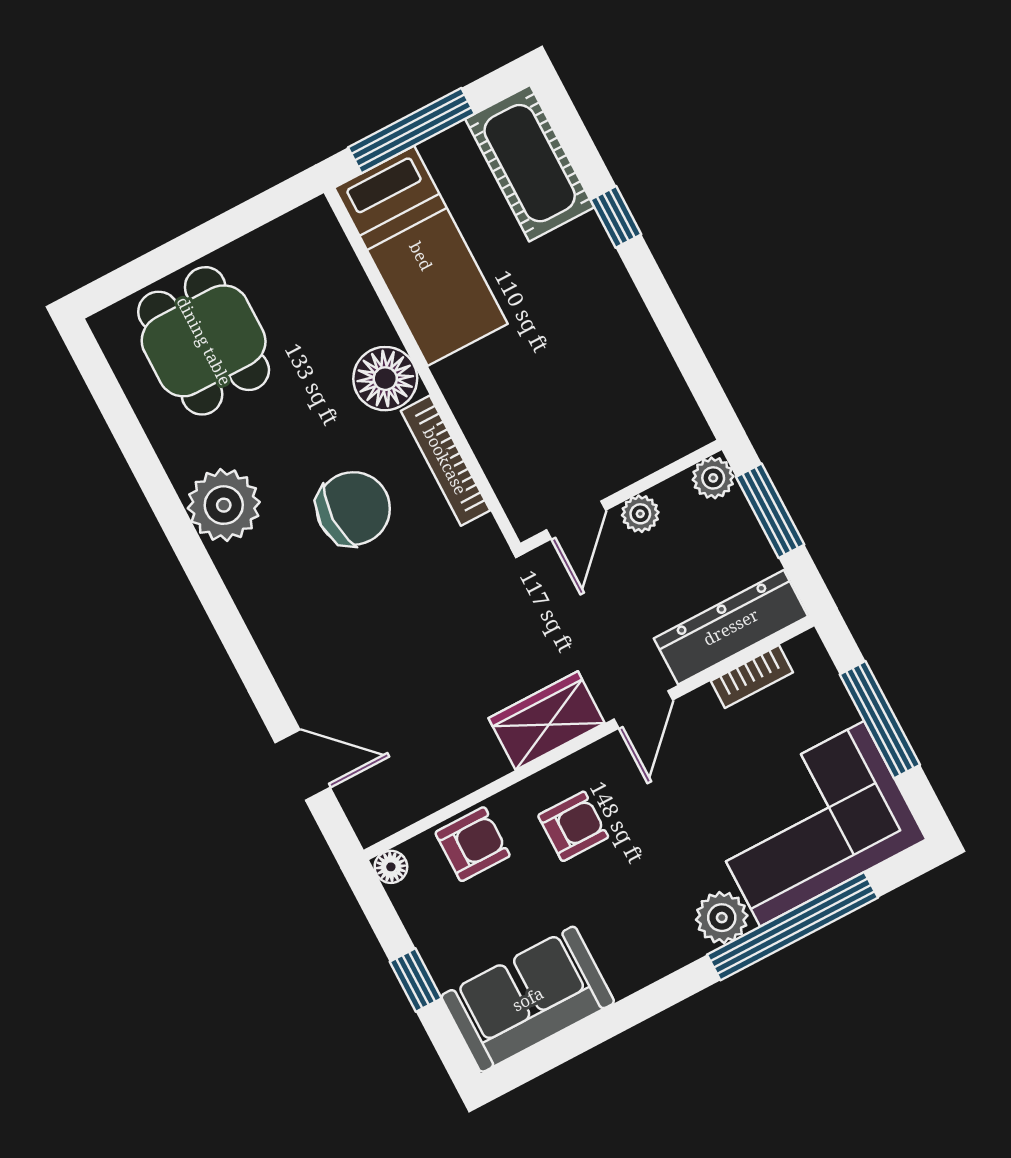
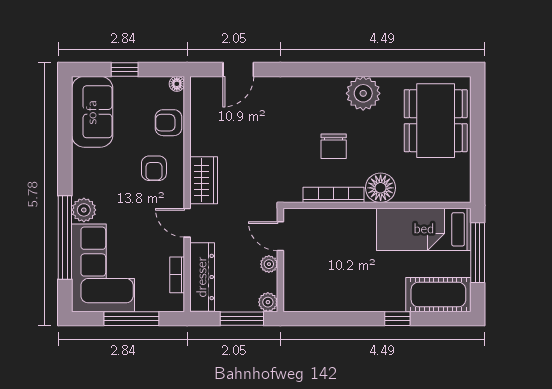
dining table: (204, 341) -> (436, 121), width x1.38
chair: (353, 508) -> (334, 146), width x0.73, depth x0.73
armchair: (473, 844) -> (168, 123), turned 90

